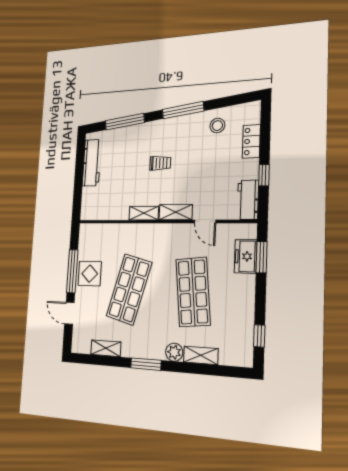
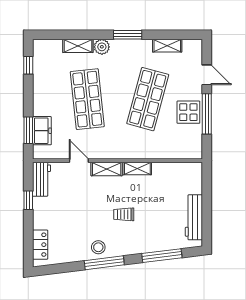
stool: (217, 126) -> (98, 247), moved
locker: (251, 141) -> (40, 245), moved

